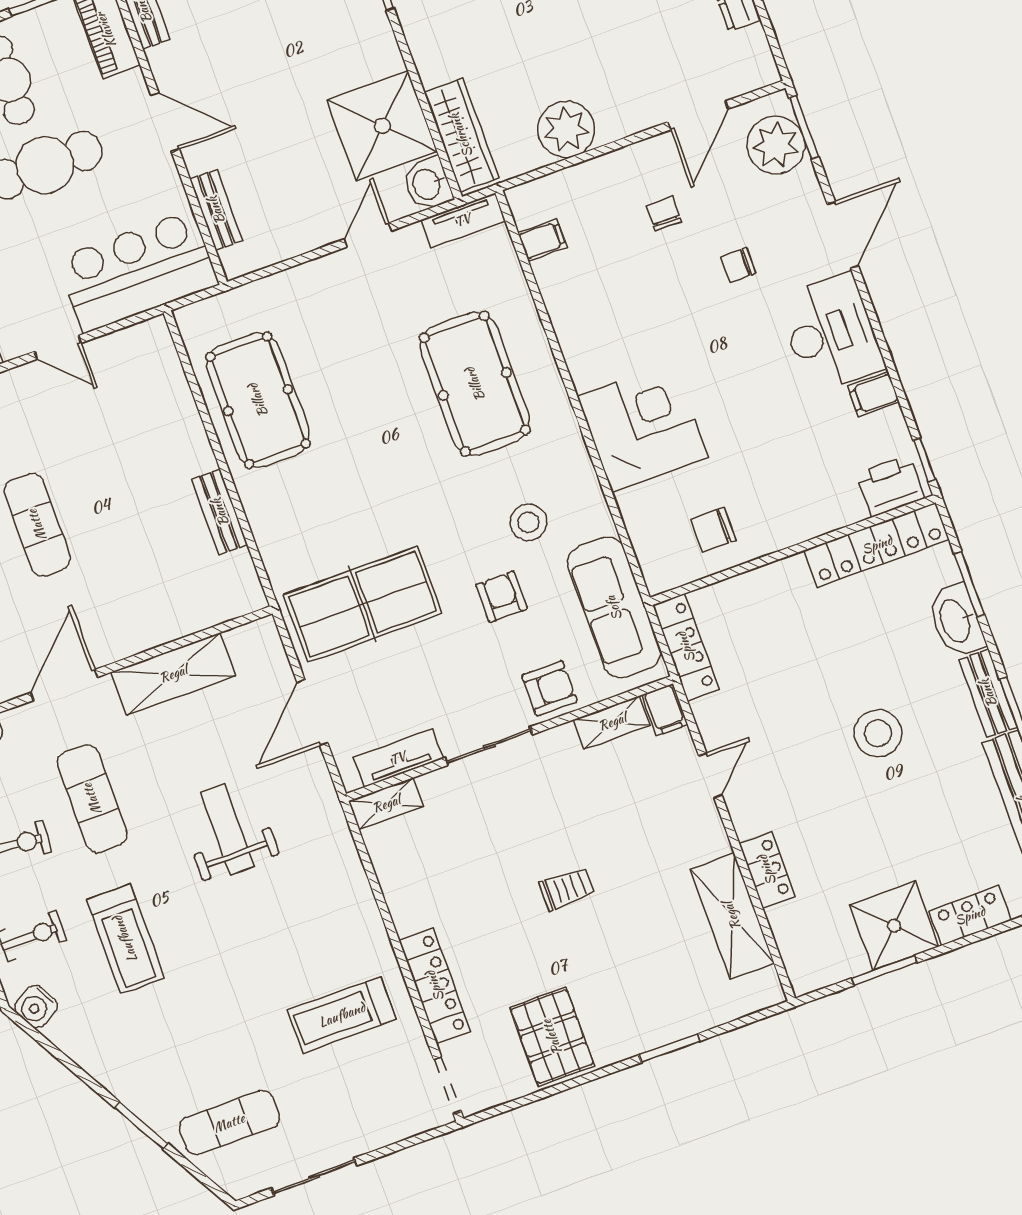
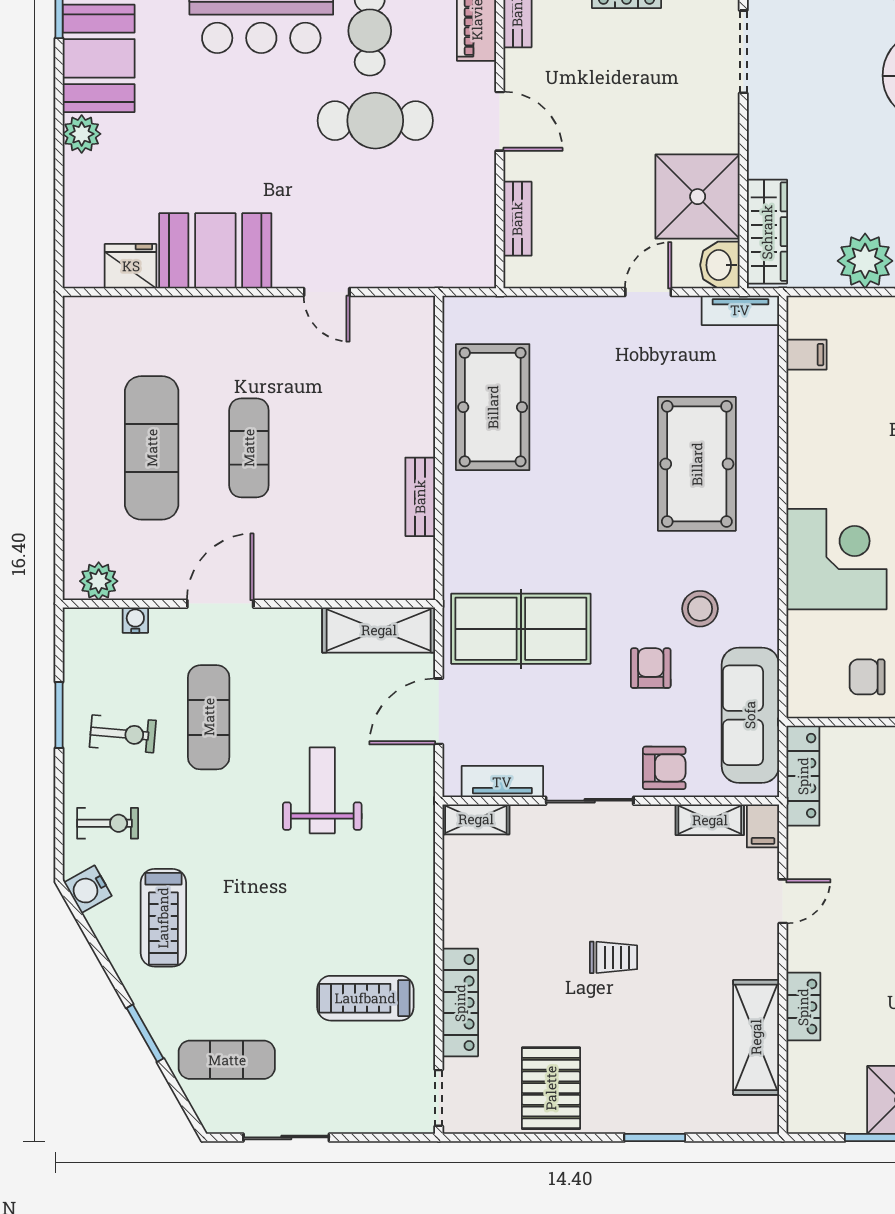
bar counter: (138, 271) -> (425, 249), removed
shelving: (173, 674) -> (379, 630), moved
treadmill: (125, 939) -> (163, 918), moved

